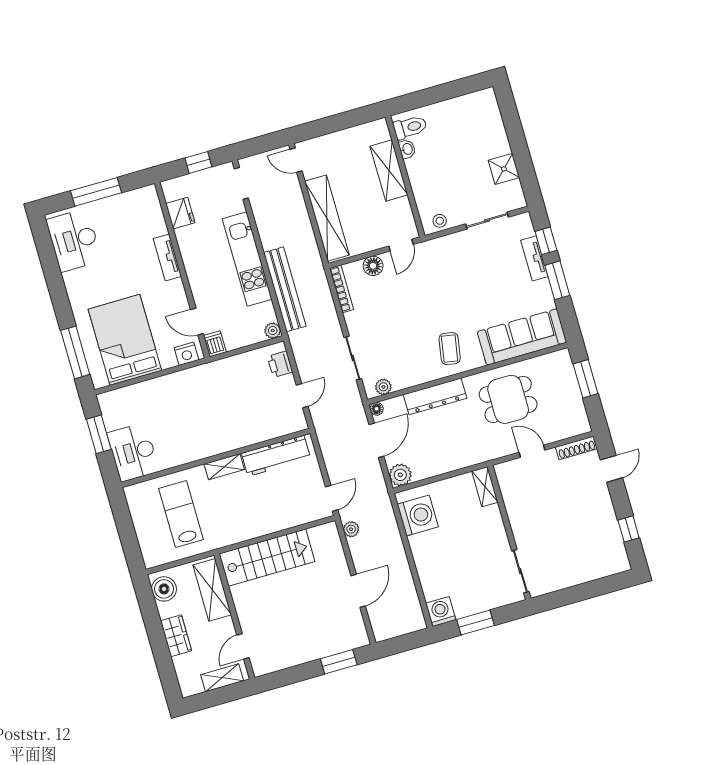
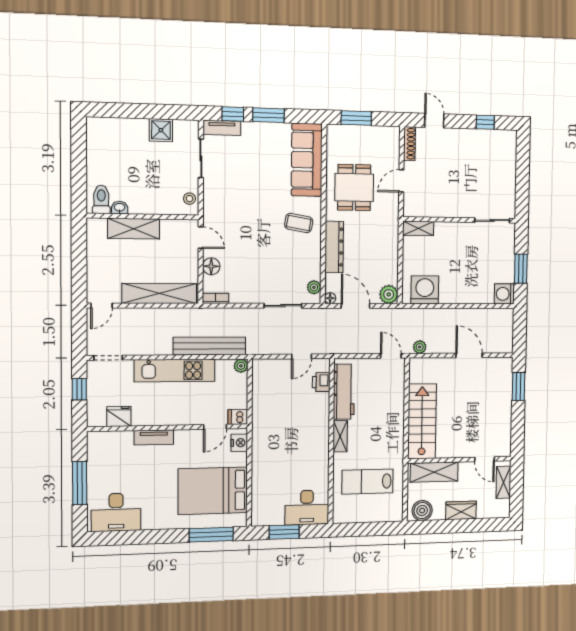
tv unit: (534, 258) -> (222, 128), moved
bookcase: (342, 289) -> (216, 298), width x0.64
printer: (280, 364) -> (321, 382), moved, turned 90
door: (302, 396) -> (302, 356), swing flipped

